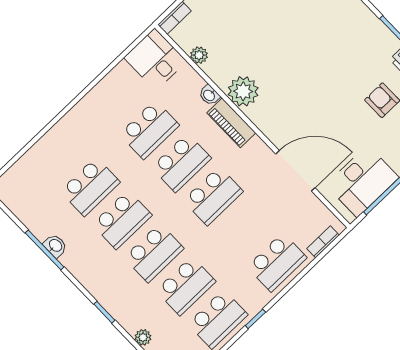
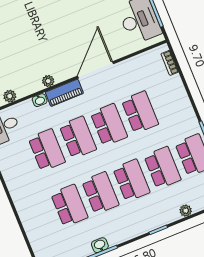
plant: (243, 91) -> (48, 81), width x0.53, depth x0.53
door: (295, 171) -> (96, 70), moved
school desk: (277, 262) -> (140, 112), moved

